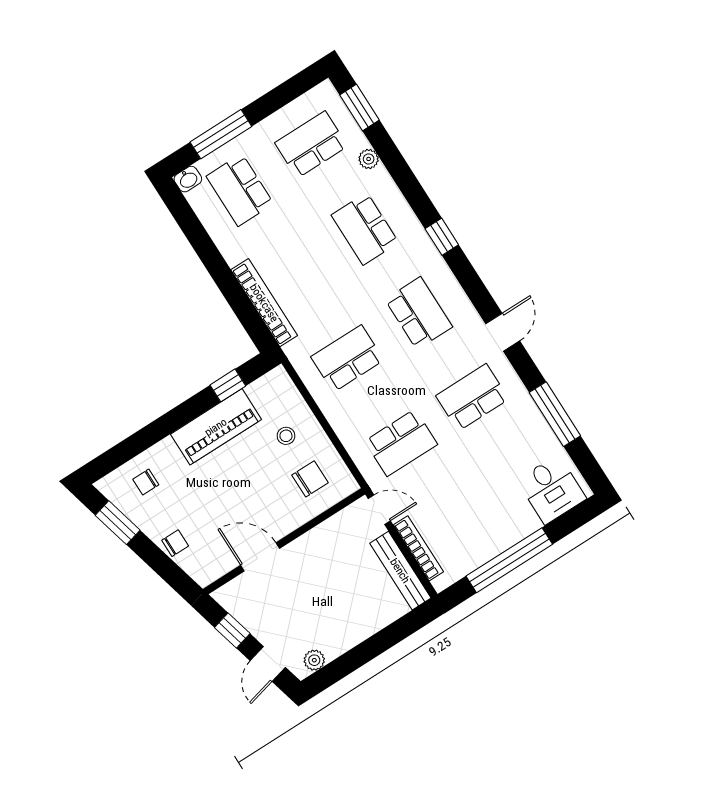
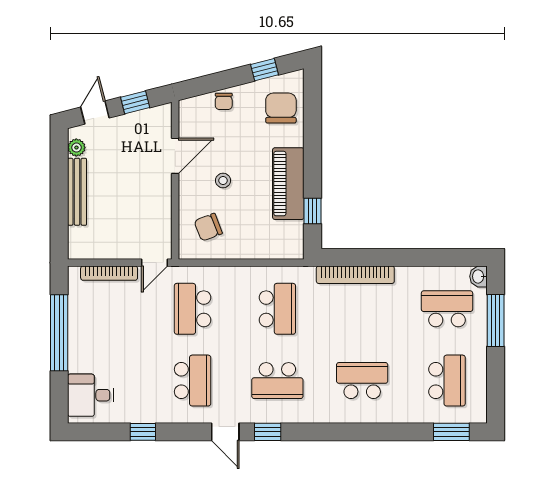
plant: (369, 159) -> (411, 415), removed
window: (442, 237) -> (268, 432), moved
window: (555, 414) -> (143, 432), width x0.46
stool: (286, 436) -> (223, 181), moved
chair: (310, 479) -> (208, 227), turned 69
chair: (146, 482) -> (281, 108), width x1.87, depth x1.87
window: (118, 523) -> (265, 70), width x0.67
bench: (400, 571) -> (77, 192), moved, turned 90
door: (268, 664) -> (95, 113), hinge flipped

